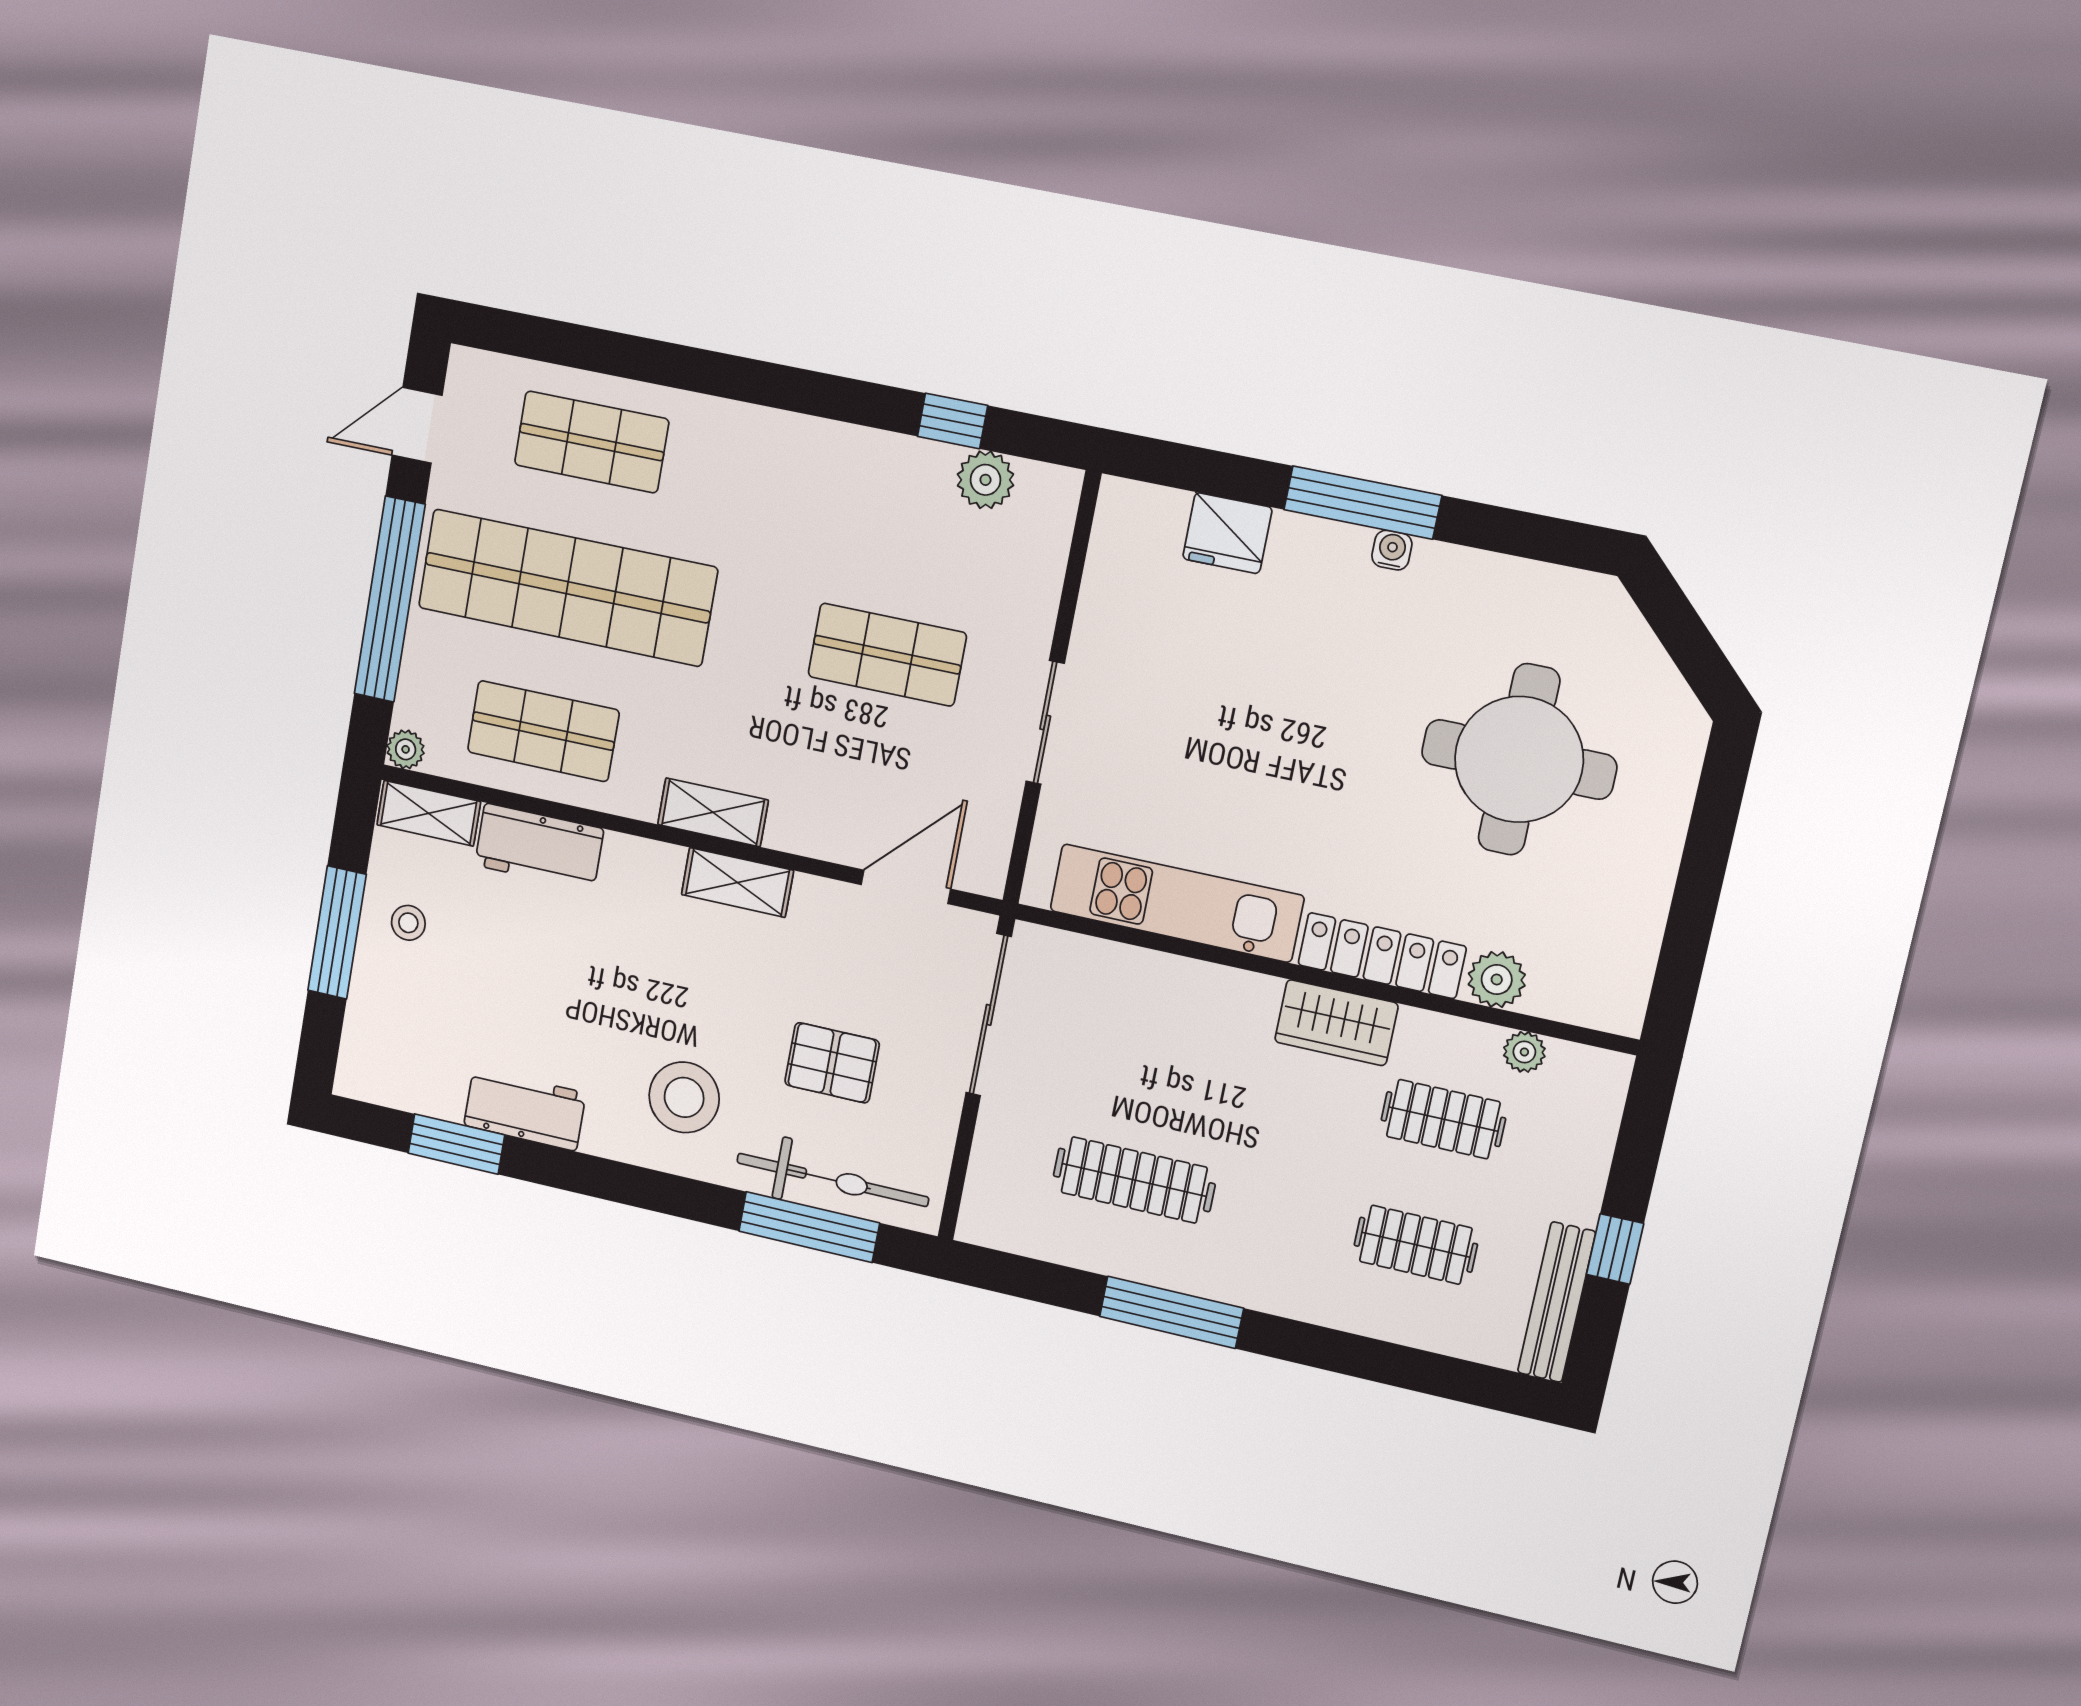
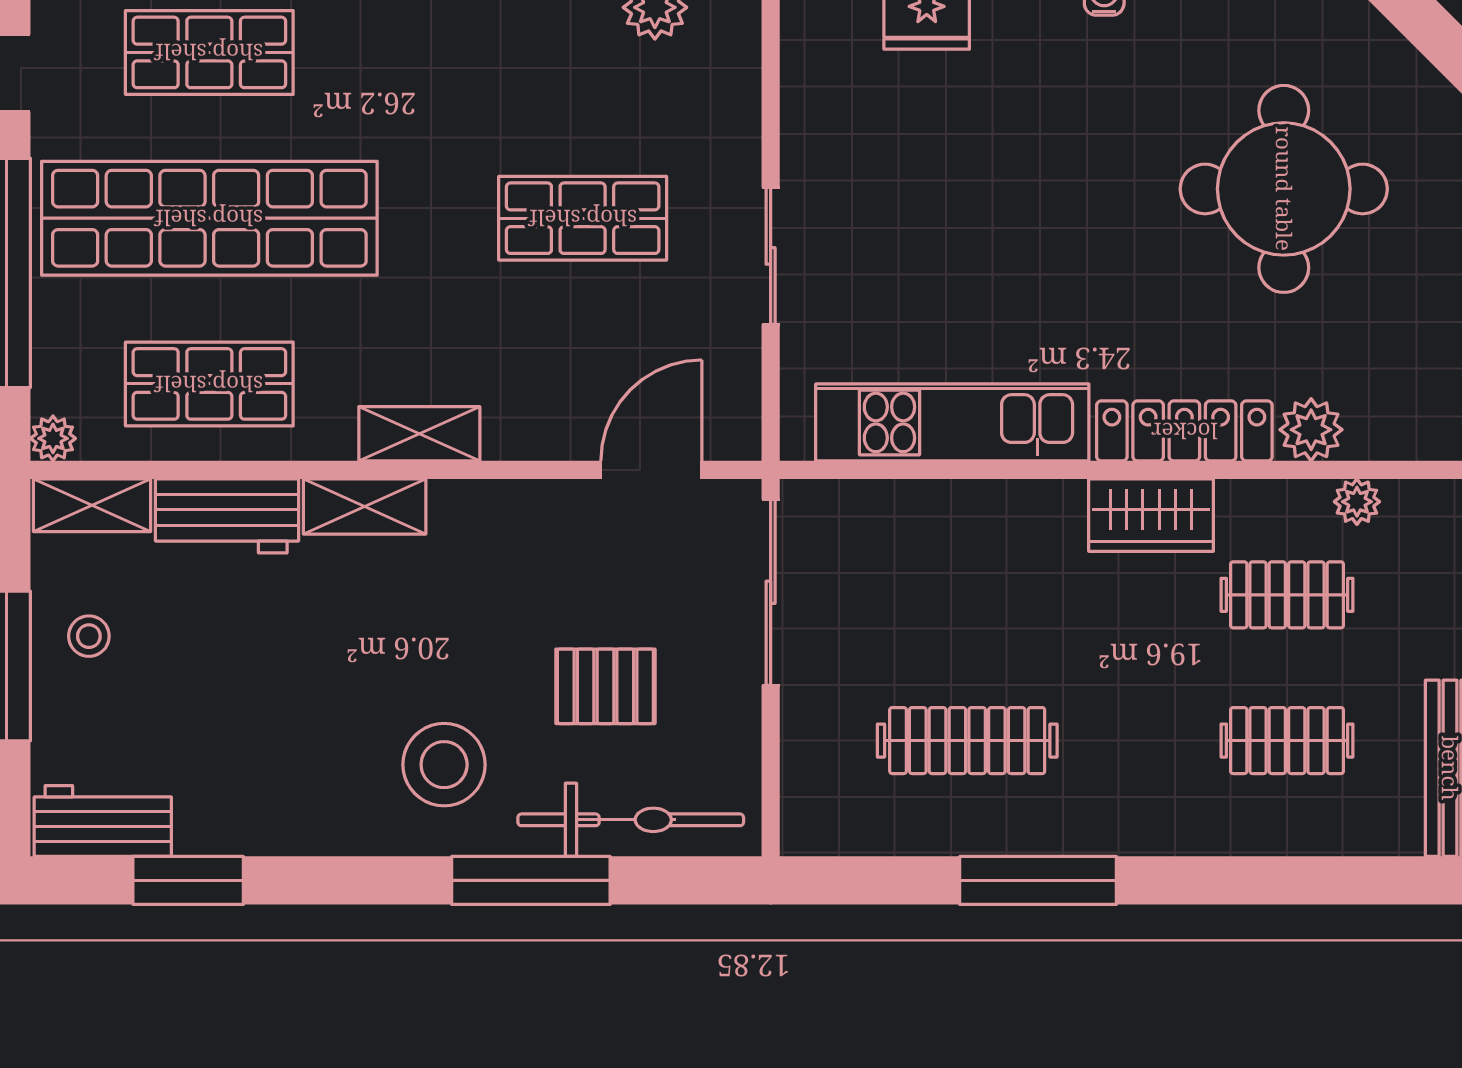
shelving: (737, 882) -> (365, 506), moved
workbench: (525, 1109) -> (103, 821), moved
window: (809, 1227) -> (531, 880), moved

